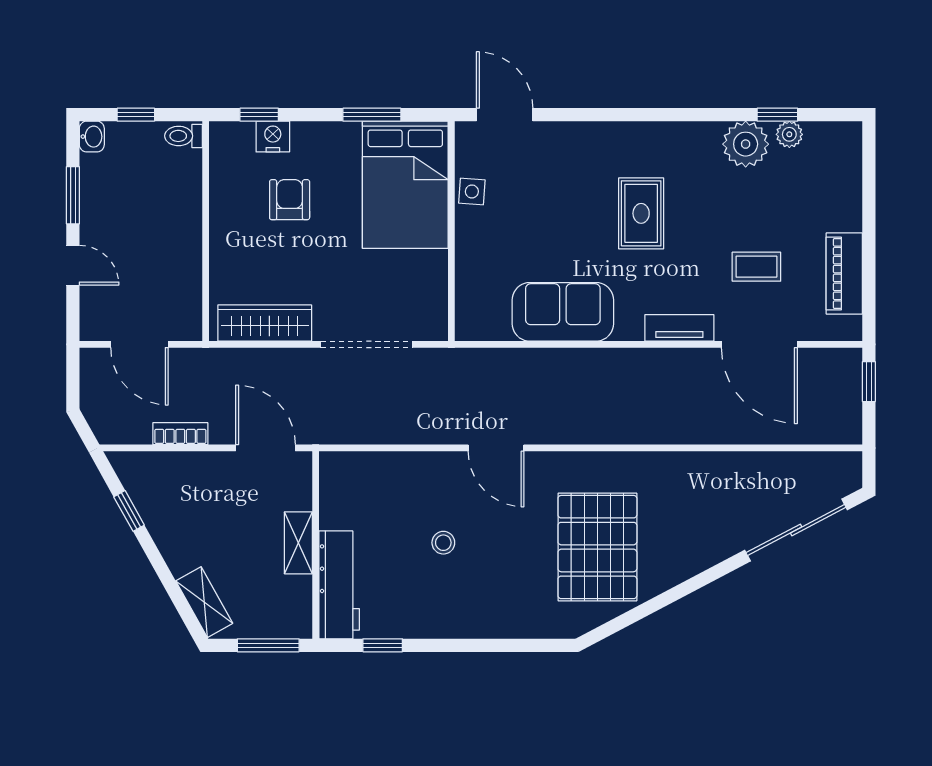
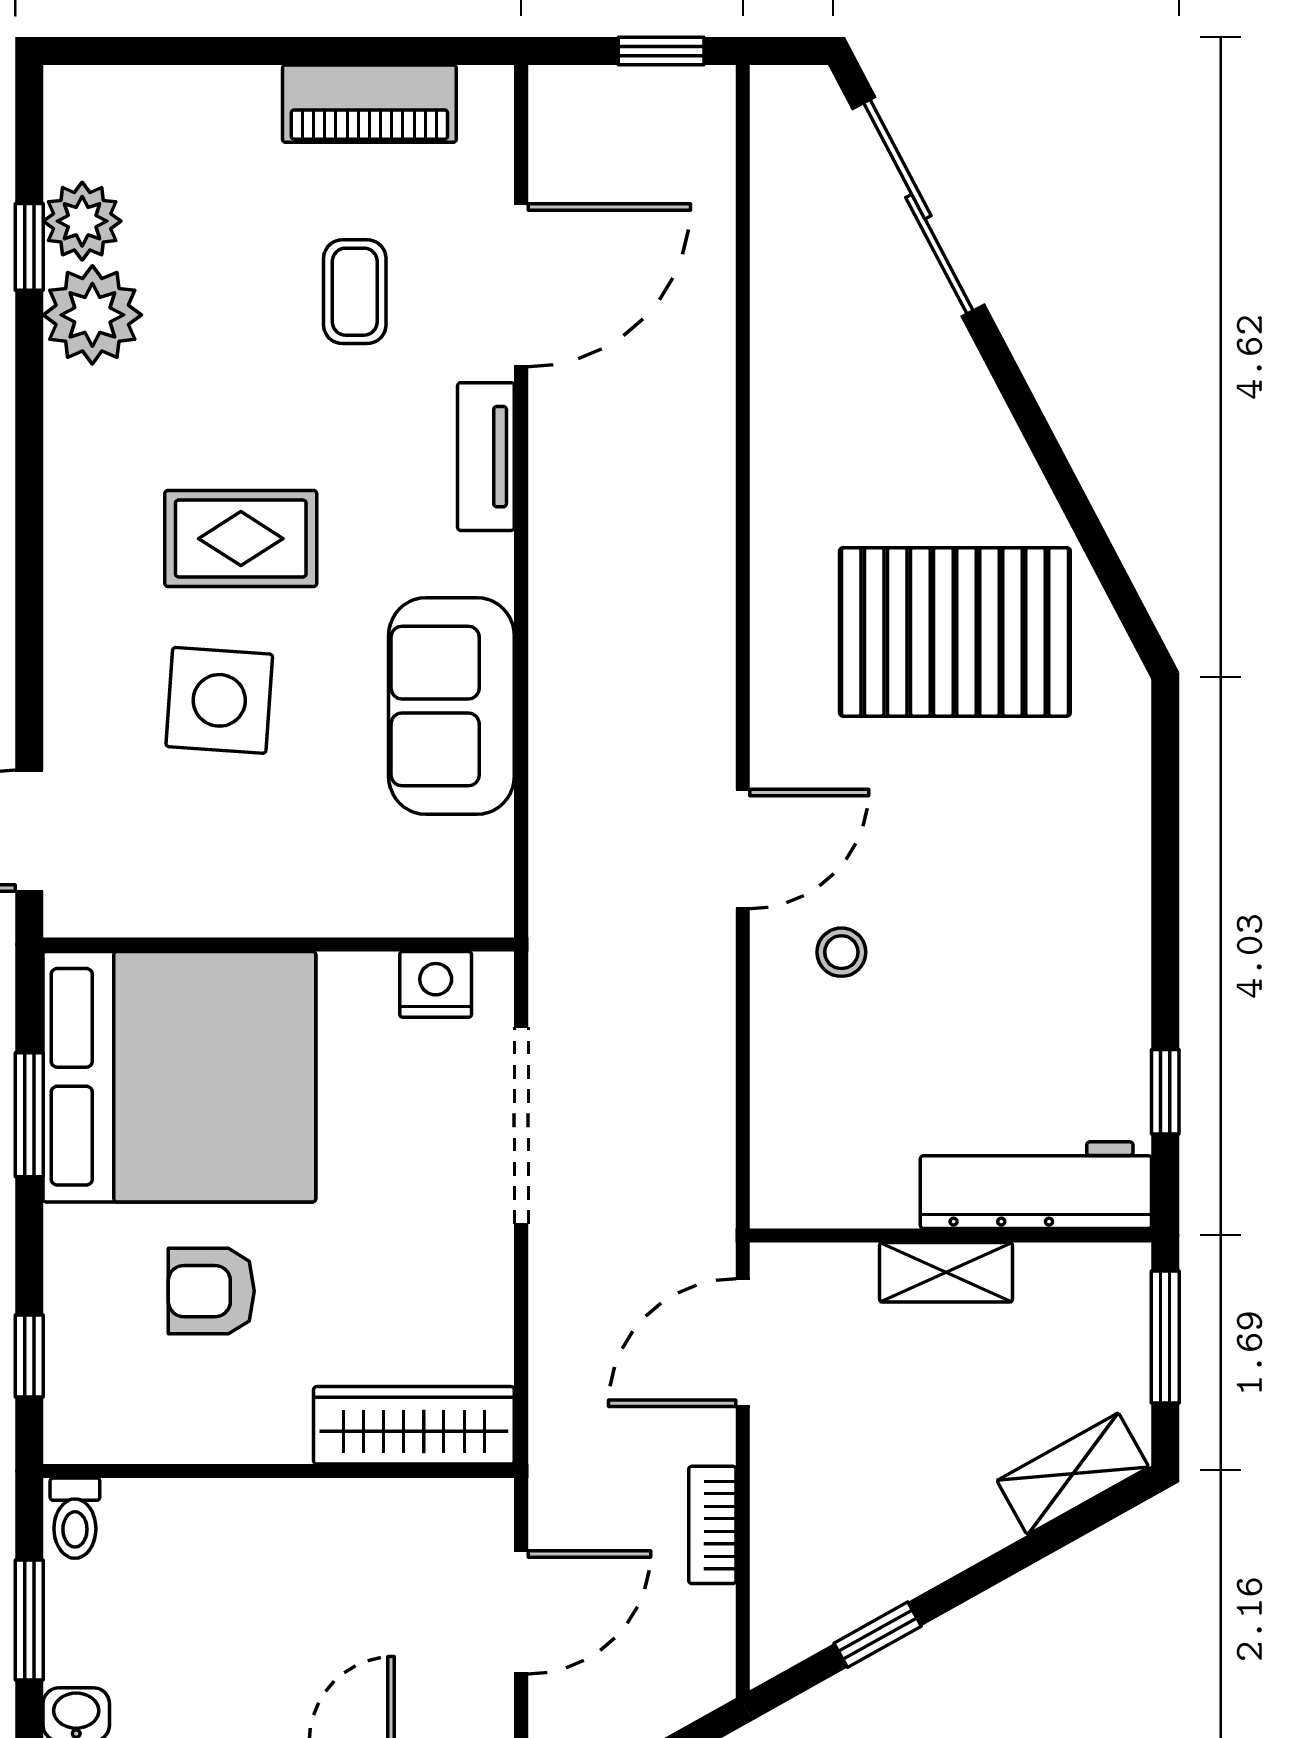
window: (136, 115) -> (29, 1620), width x1.50
plant: (789, 134) -> (82, 221), width x1.38, depth x1.38
nightstand: (273, 136) -> (436, 984), moved, turned 90
bed: (405, 185) -> (179, 1077), width x1.36
side table: (472, 191) -> (219, 700), moved, width x1.87, depth x1.87
wardrobe: (265, 323) -> (414, 1425), moved, turned 90
window: (869, 382) -> (661, 51), moved
stool: (443, 543) -> (841, 952), moved

